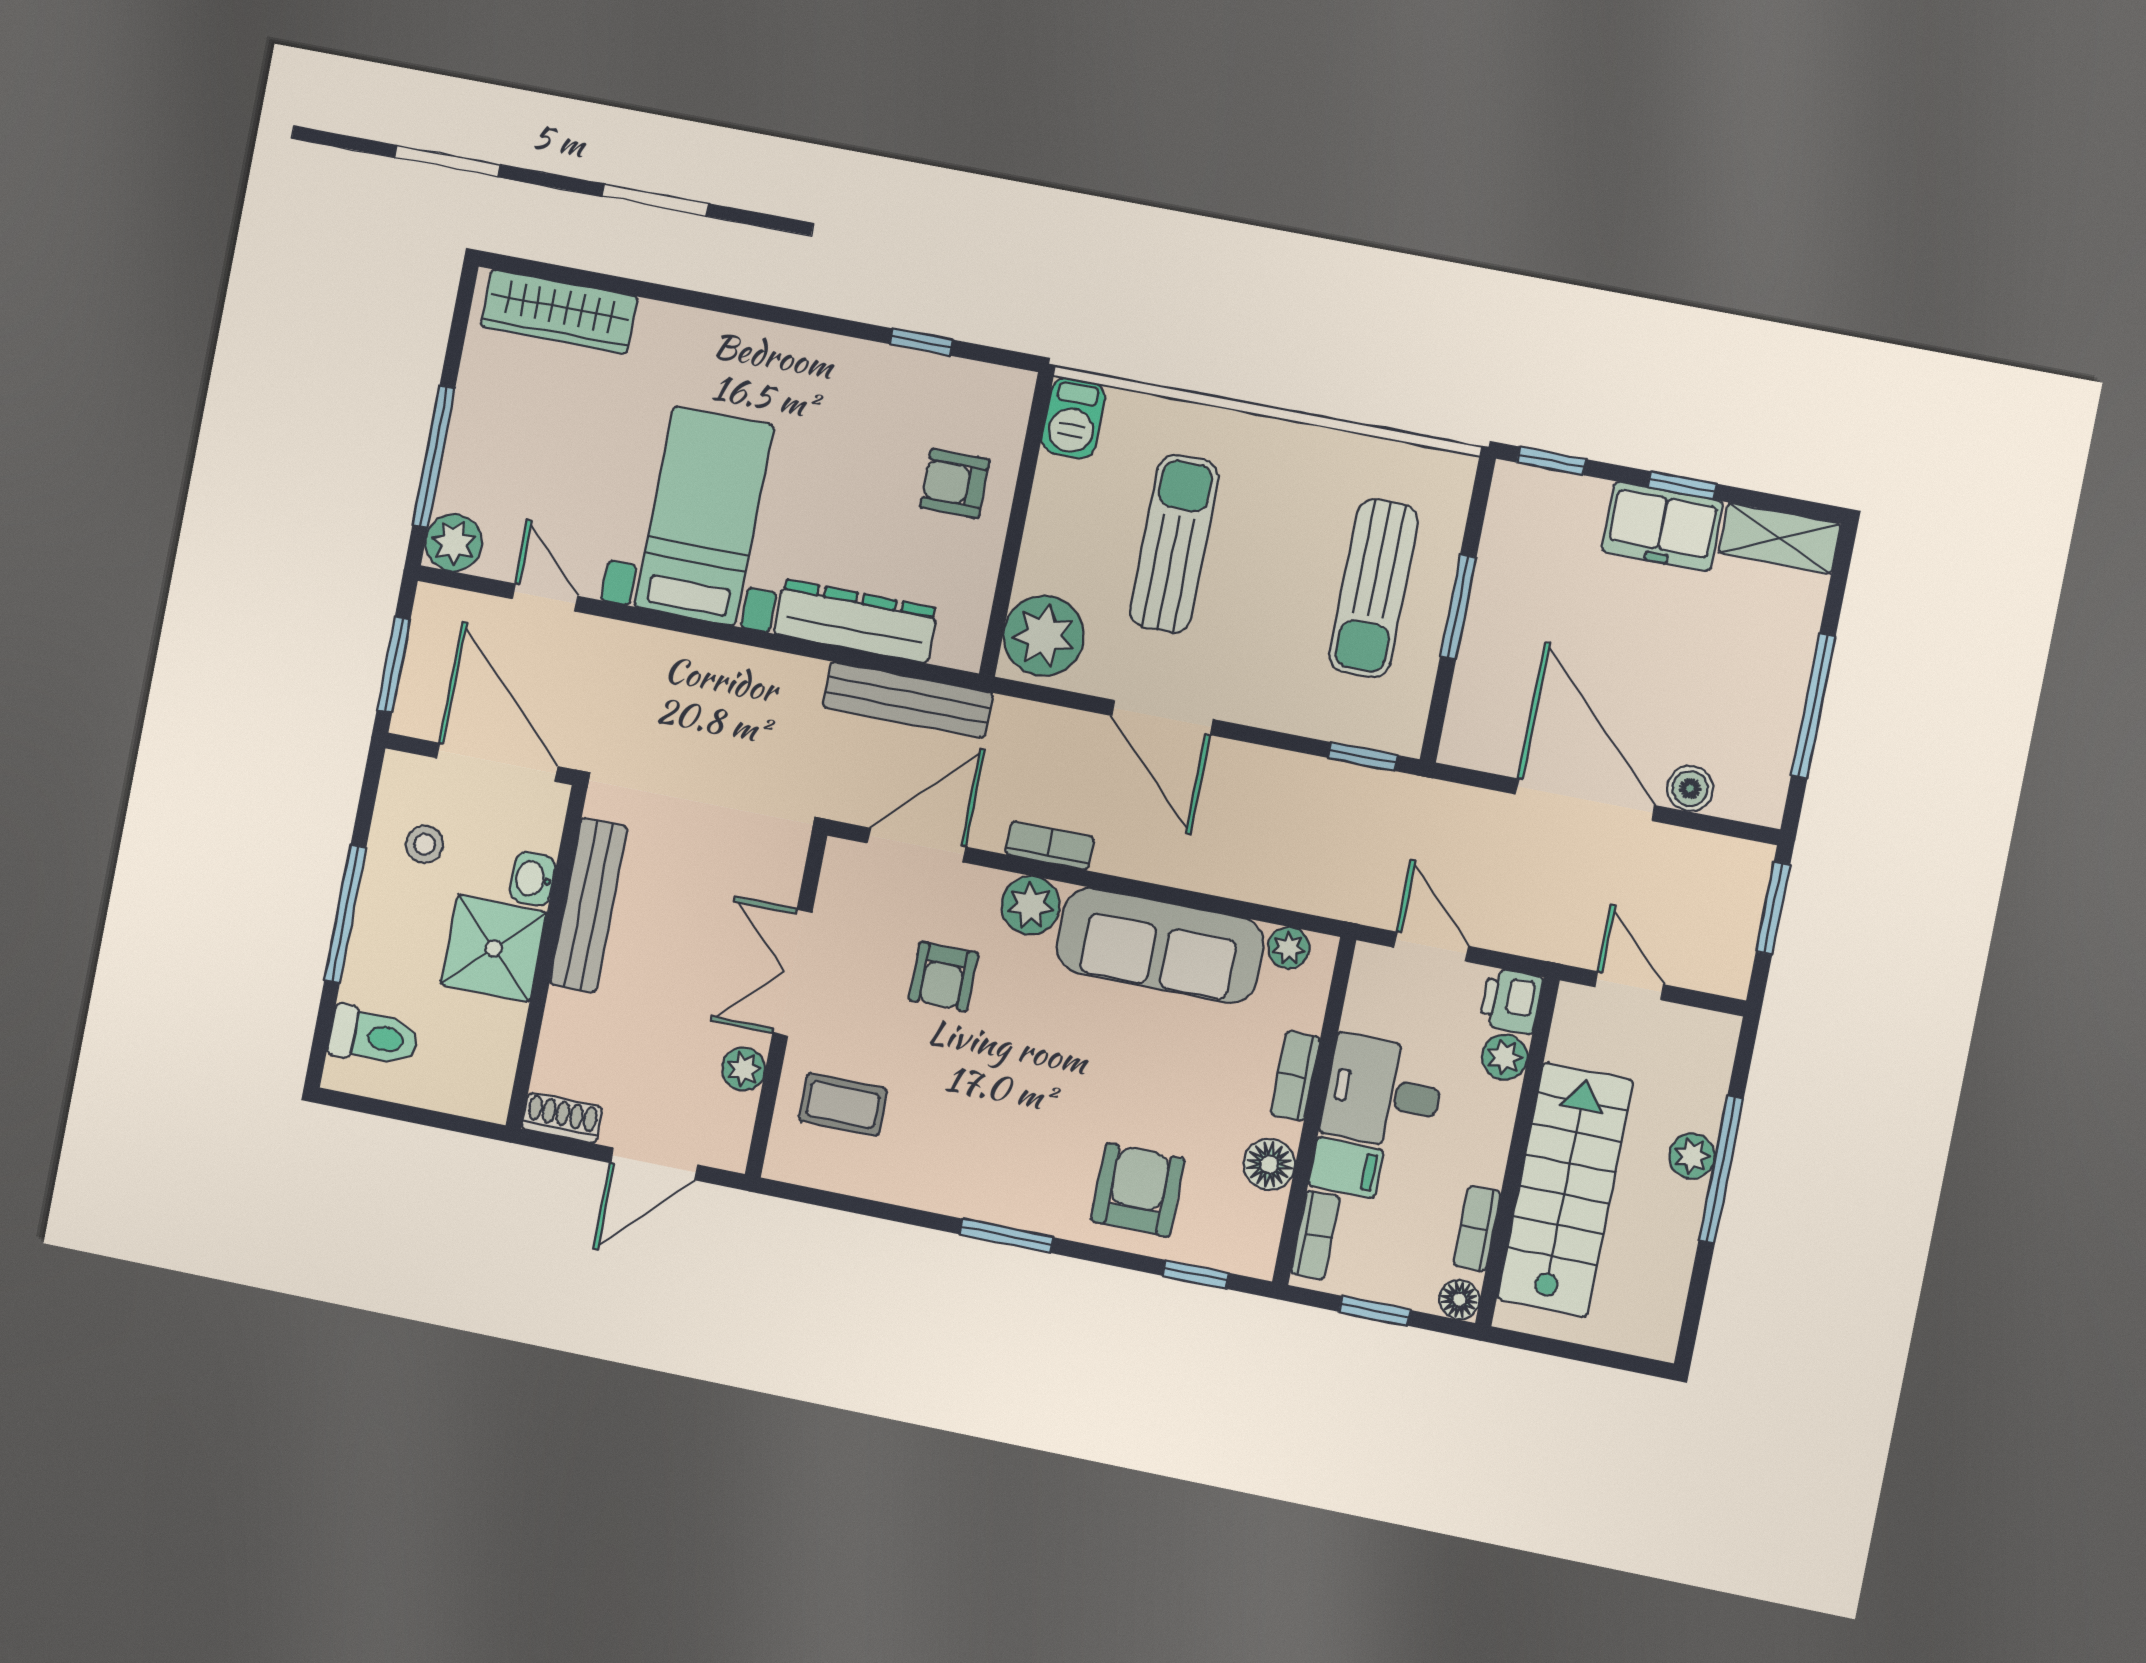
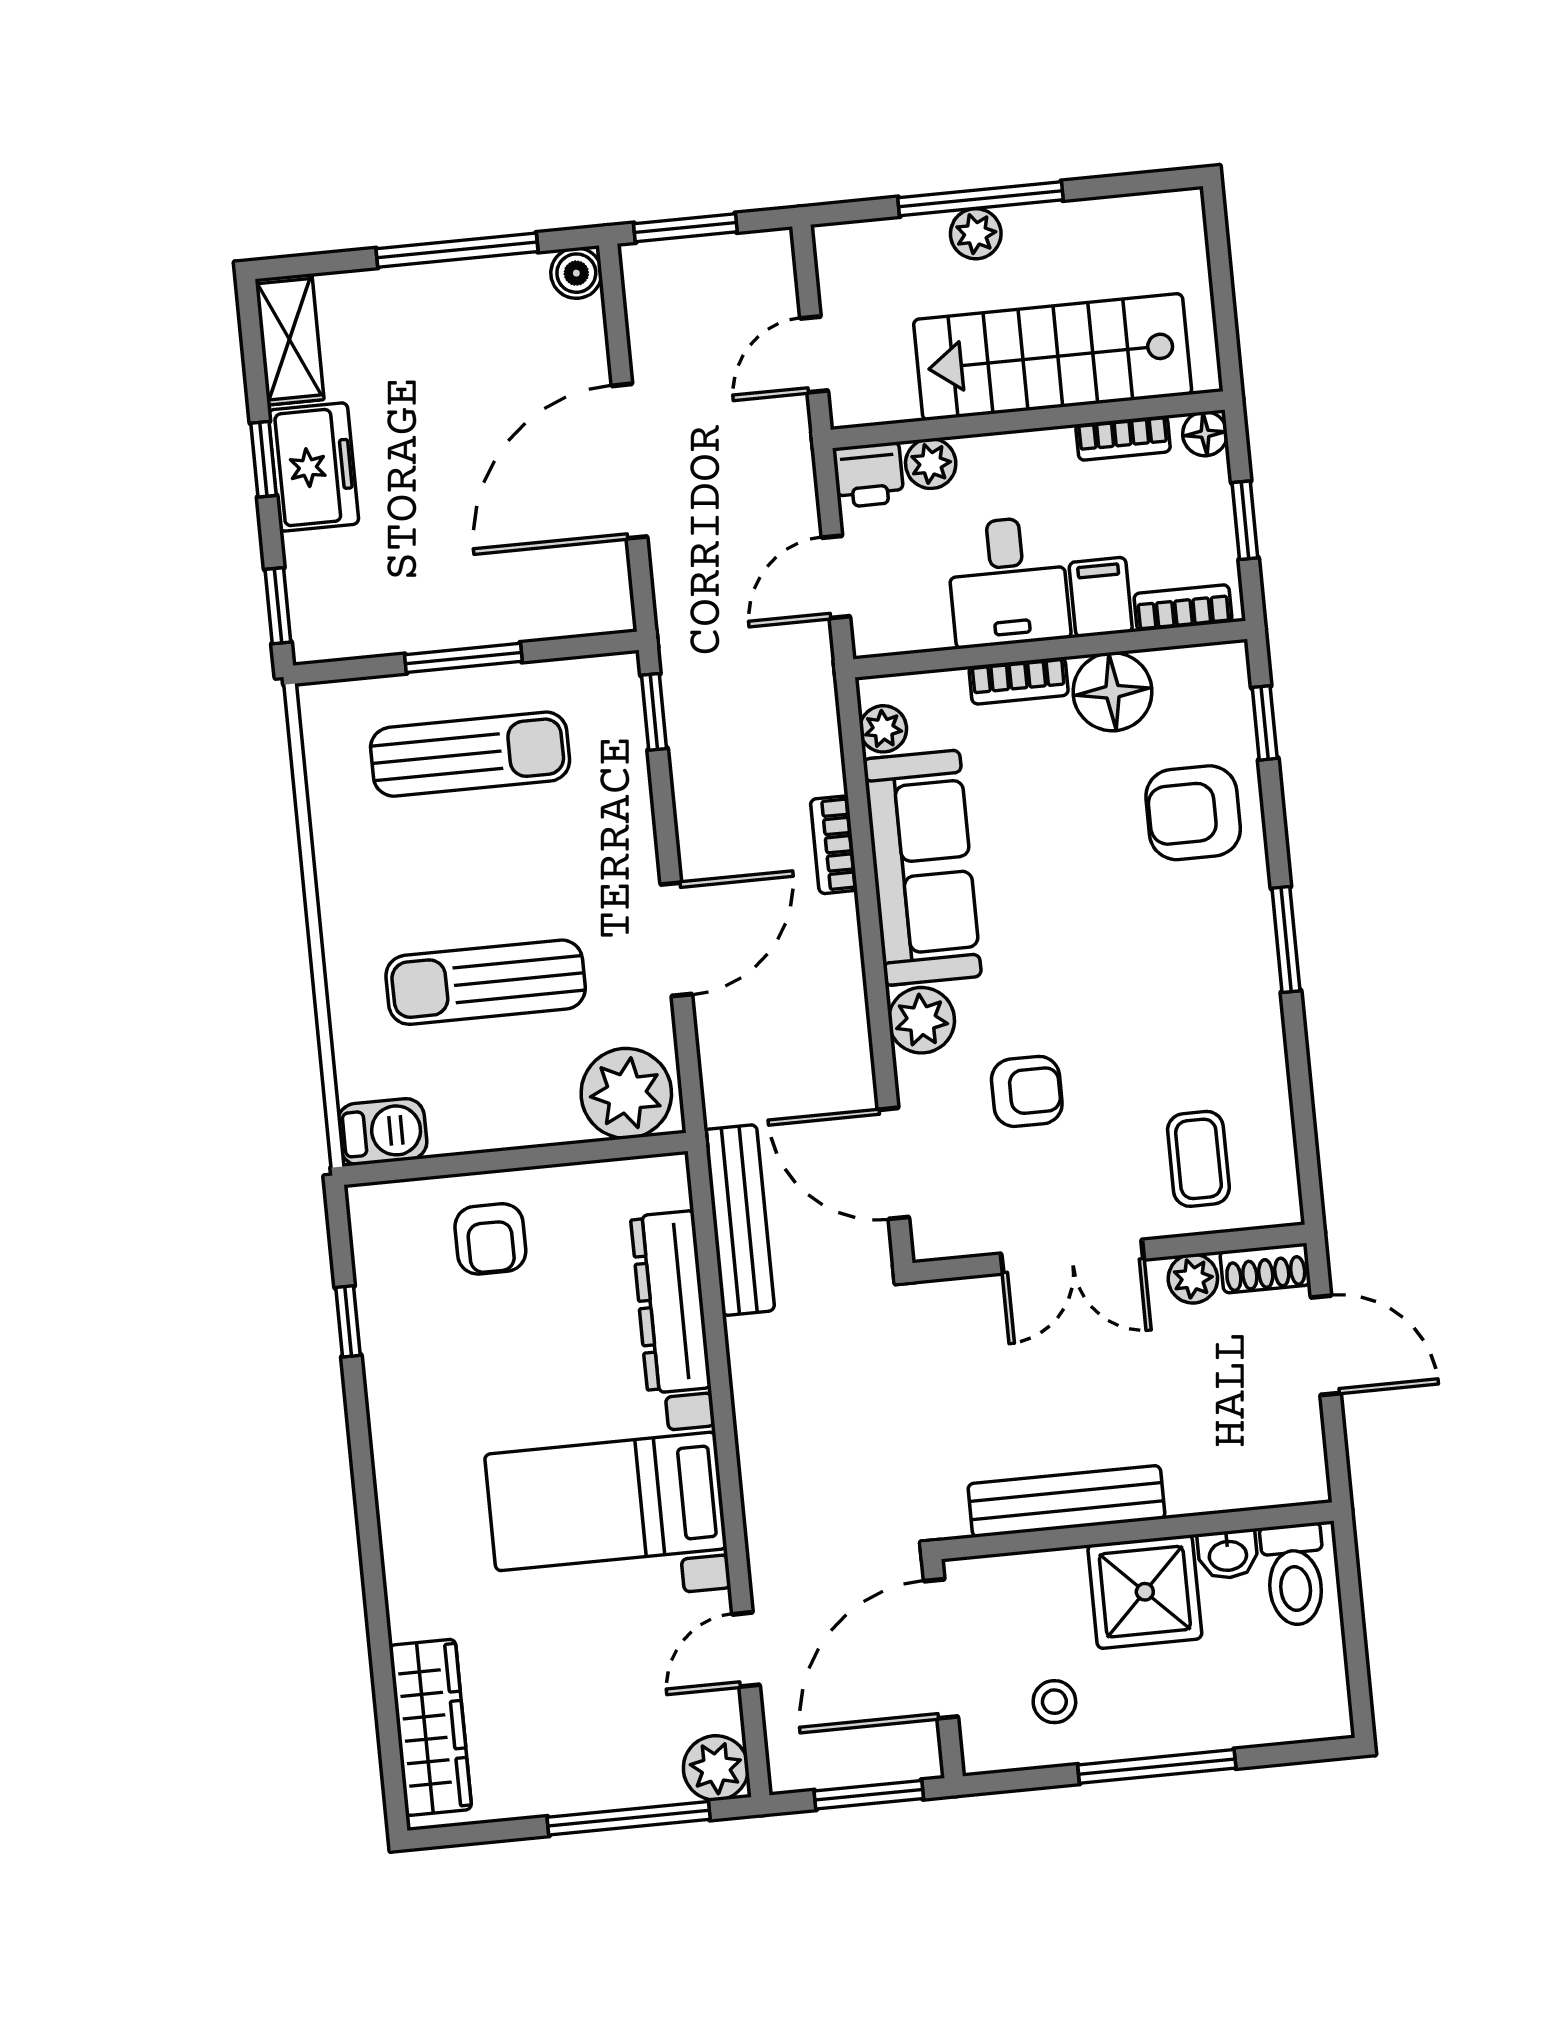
boiler: (1690, 789) -> (576, 273), moved
bookcase: (1050, 846) -> (834, 845), moved
washbasin: (533, 879) -> (1228, 1554), moved
toilet: (374, 1037) -> (1294, 1575), moved, turned 180
shoe rack: (562, 1118) -> (1265, 1268), moved, turned -90
floor lamp: (1269, 1164) -> (1112, 692), width x1.38, depth x1.38

